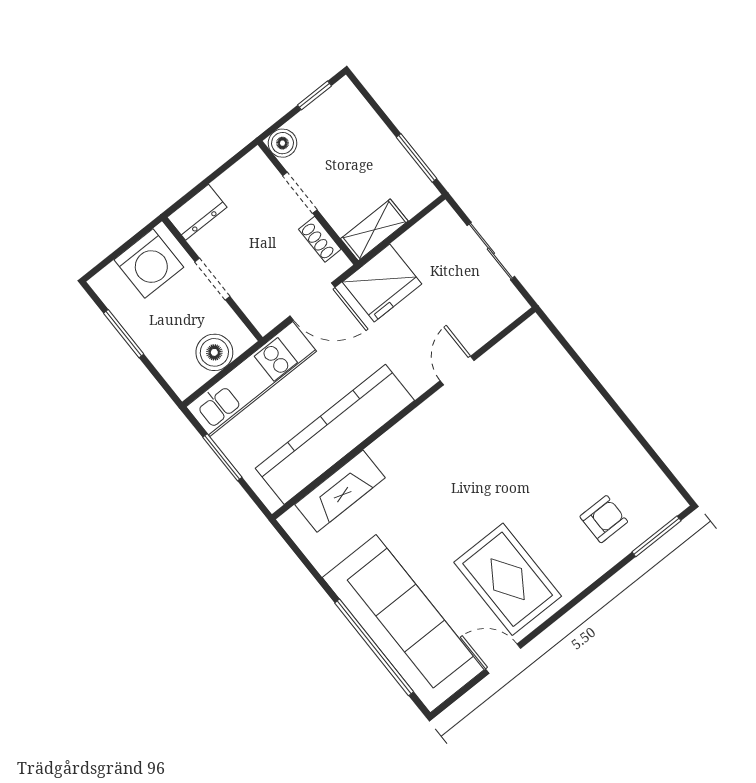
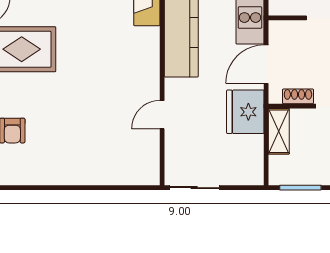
sliding door: (491, 251) -> (194, 188), moved
door: (457, 371) -> (162, 115), swing flipped

